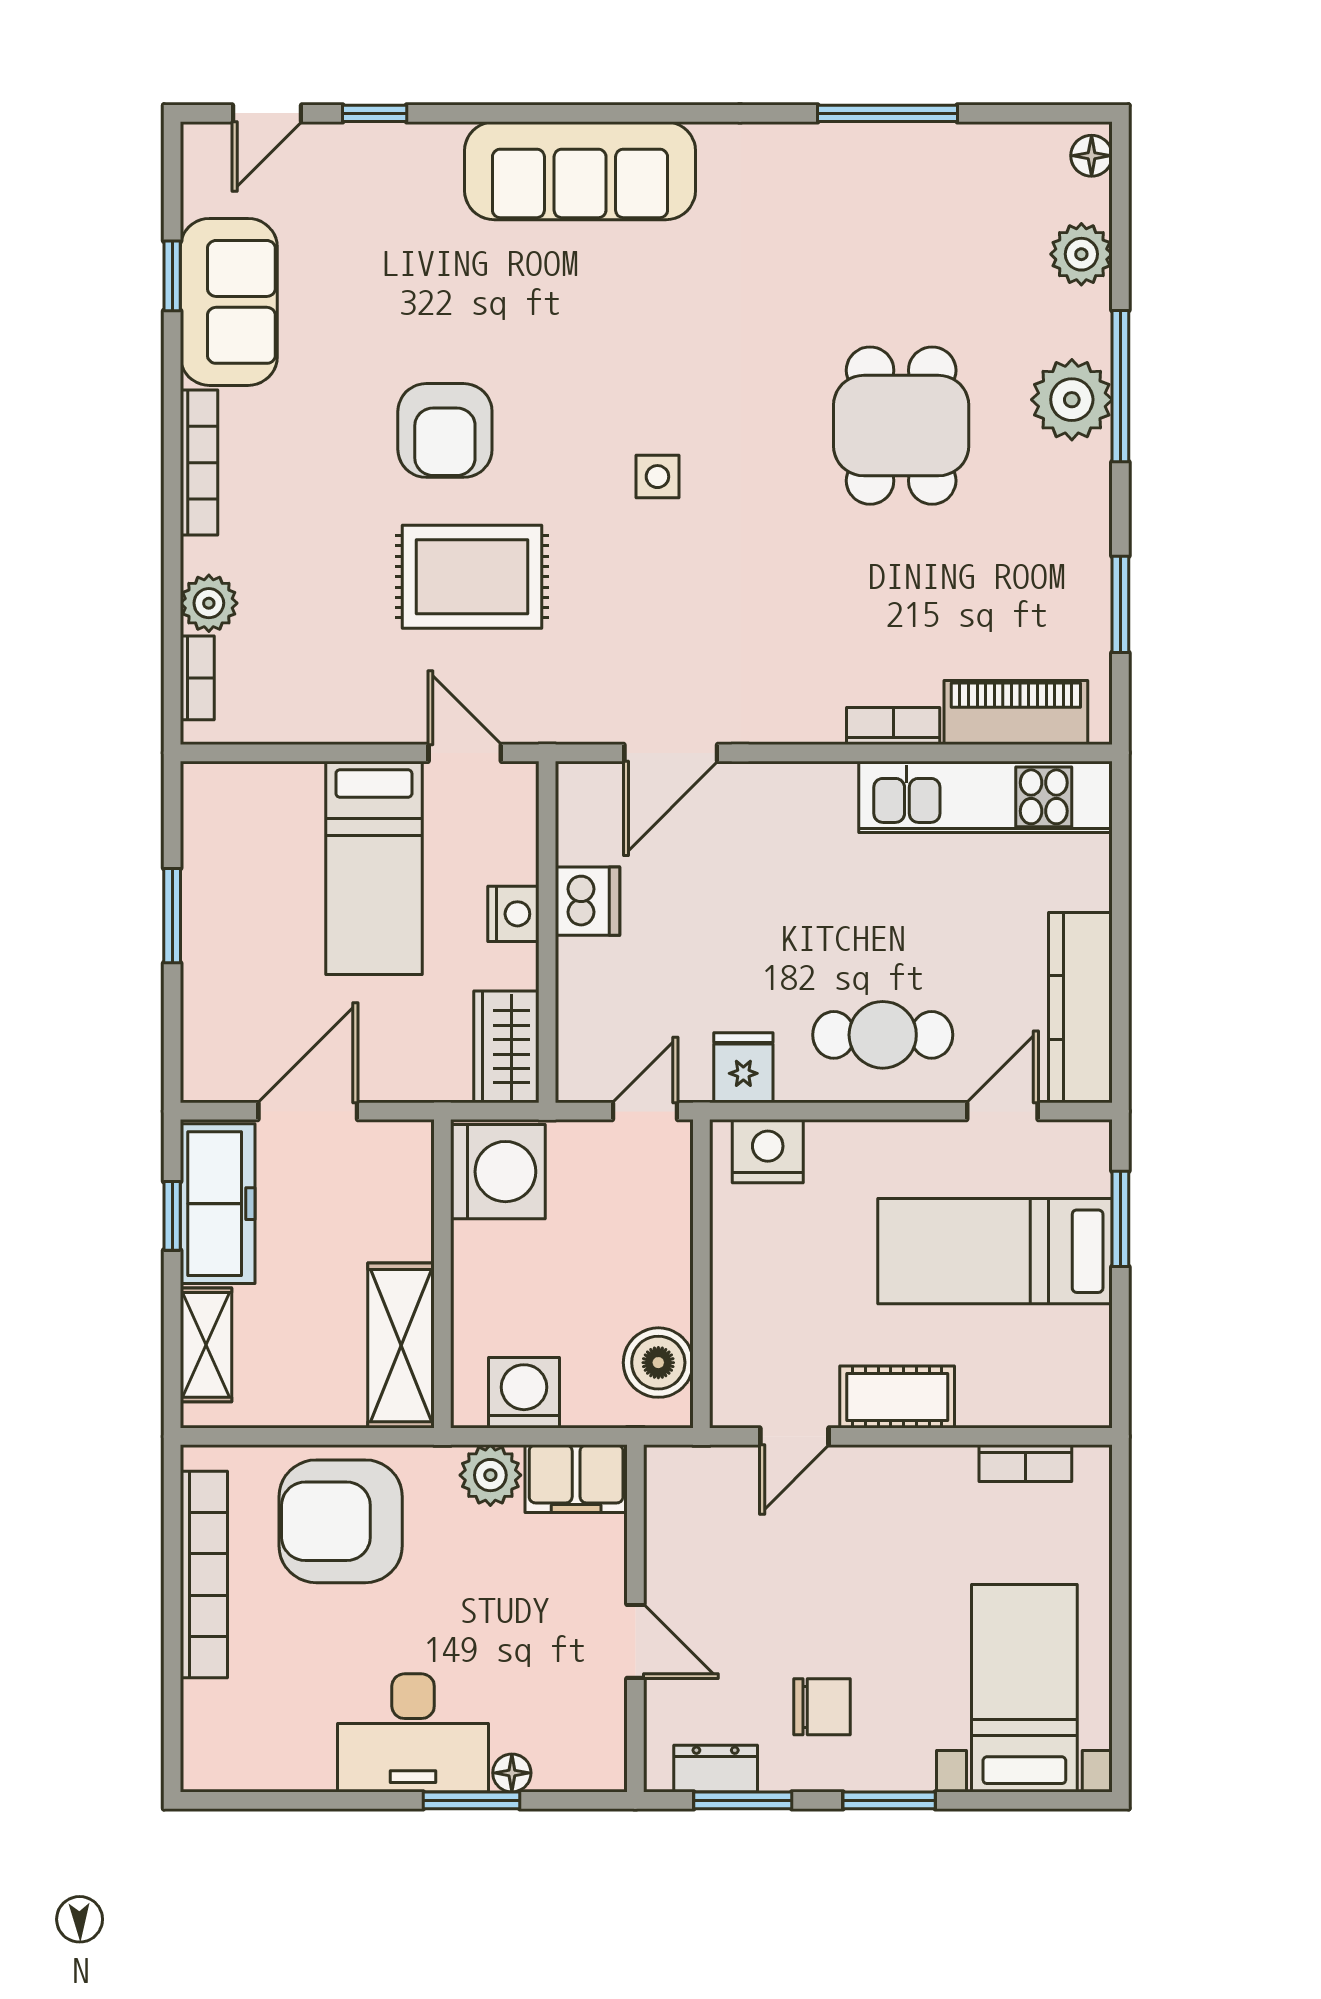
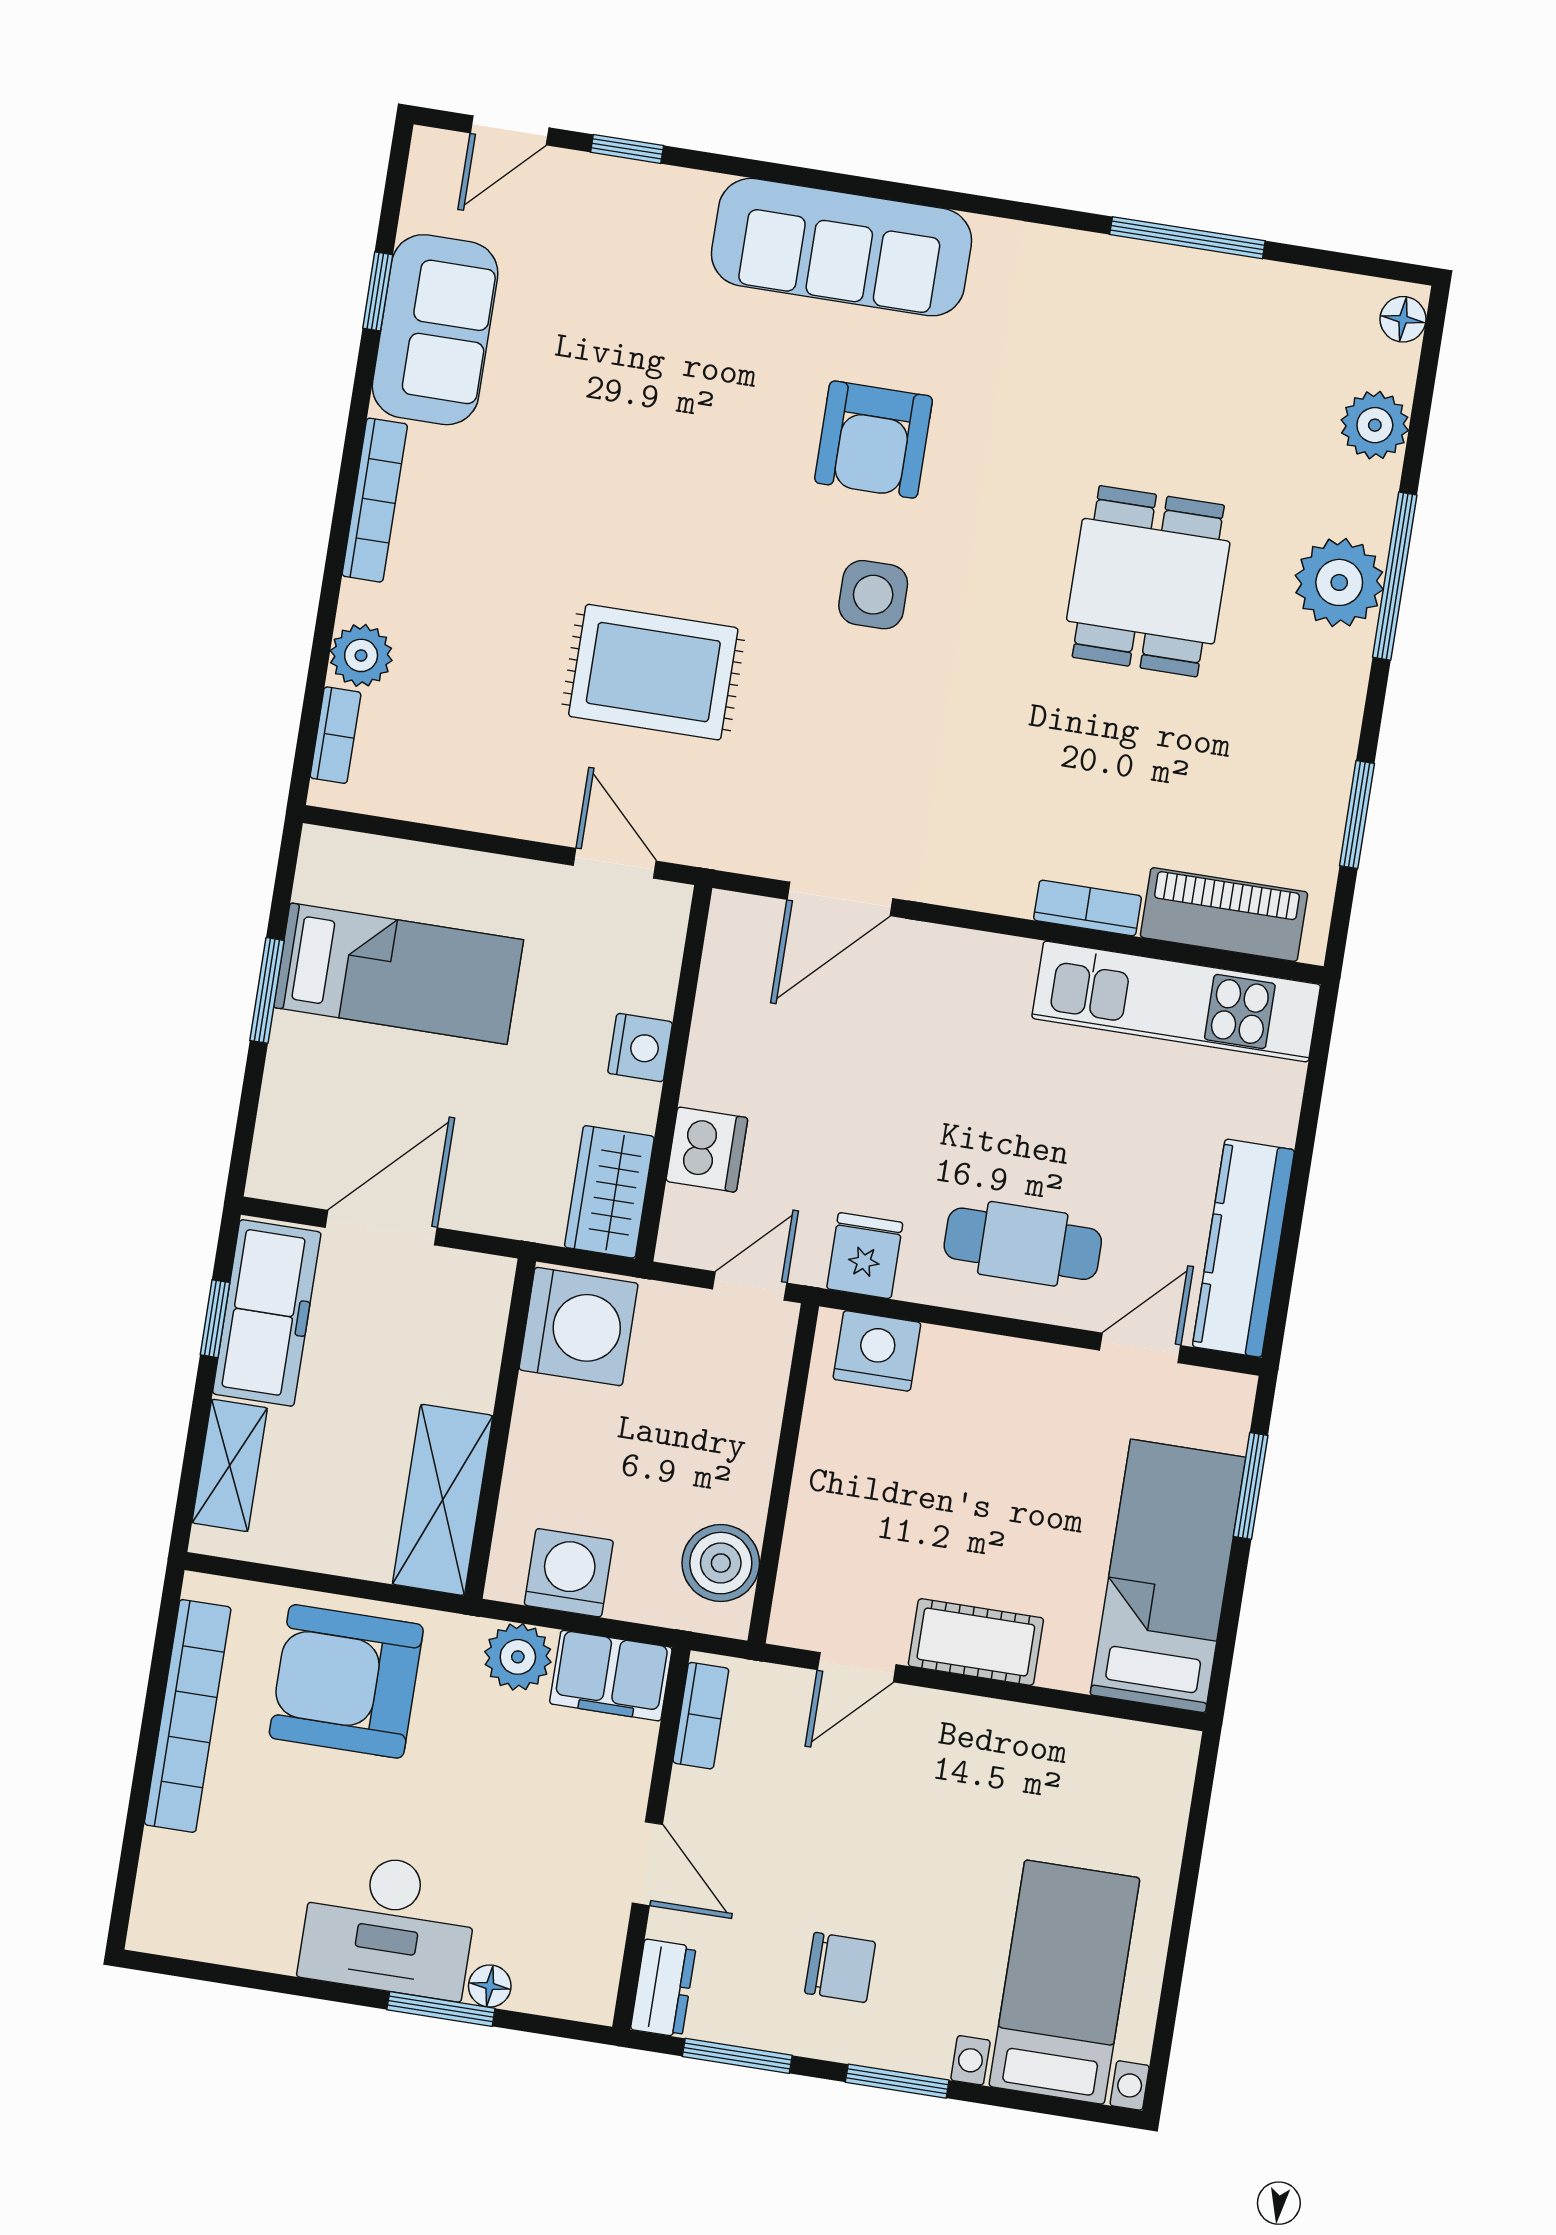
armchair: (445, 430) -> (874, 440), moved
side table: (657, 477) -> (873, 595), width x1.37, depth x1.37
bed: (374, 868) -> (399, 974), moved, turned -90
dishwasher: (587, 901) -> (707, 1150), moved
bed: (995, 1251) -> (1168, 1576), moved, turned 90
bookcase: (1025, 1463) -> (701, 1716), moved, turned -90
dresser: (716, 1769) -> (663, 1988), moved, turned 90

